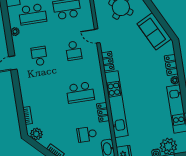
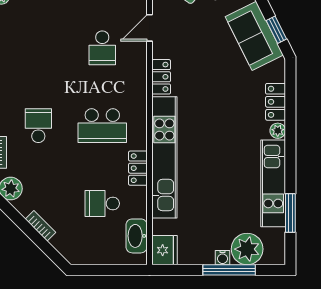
window: (166, 26) -> (276, 30), added
door: (97, 36) -> (149, 28), hinge flipped
school desk: (39, 56) -> (38, 126), moved

